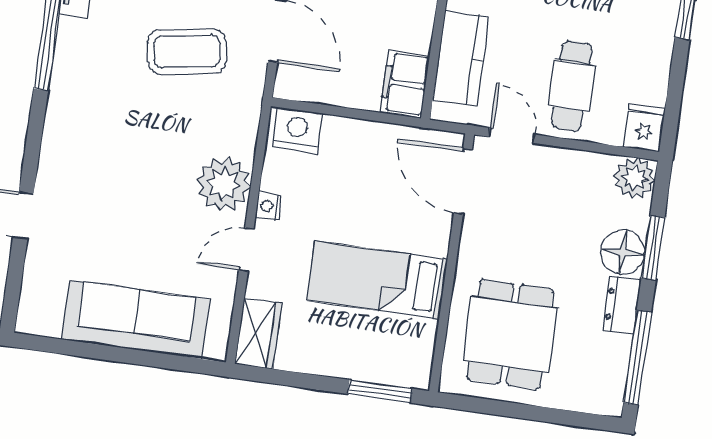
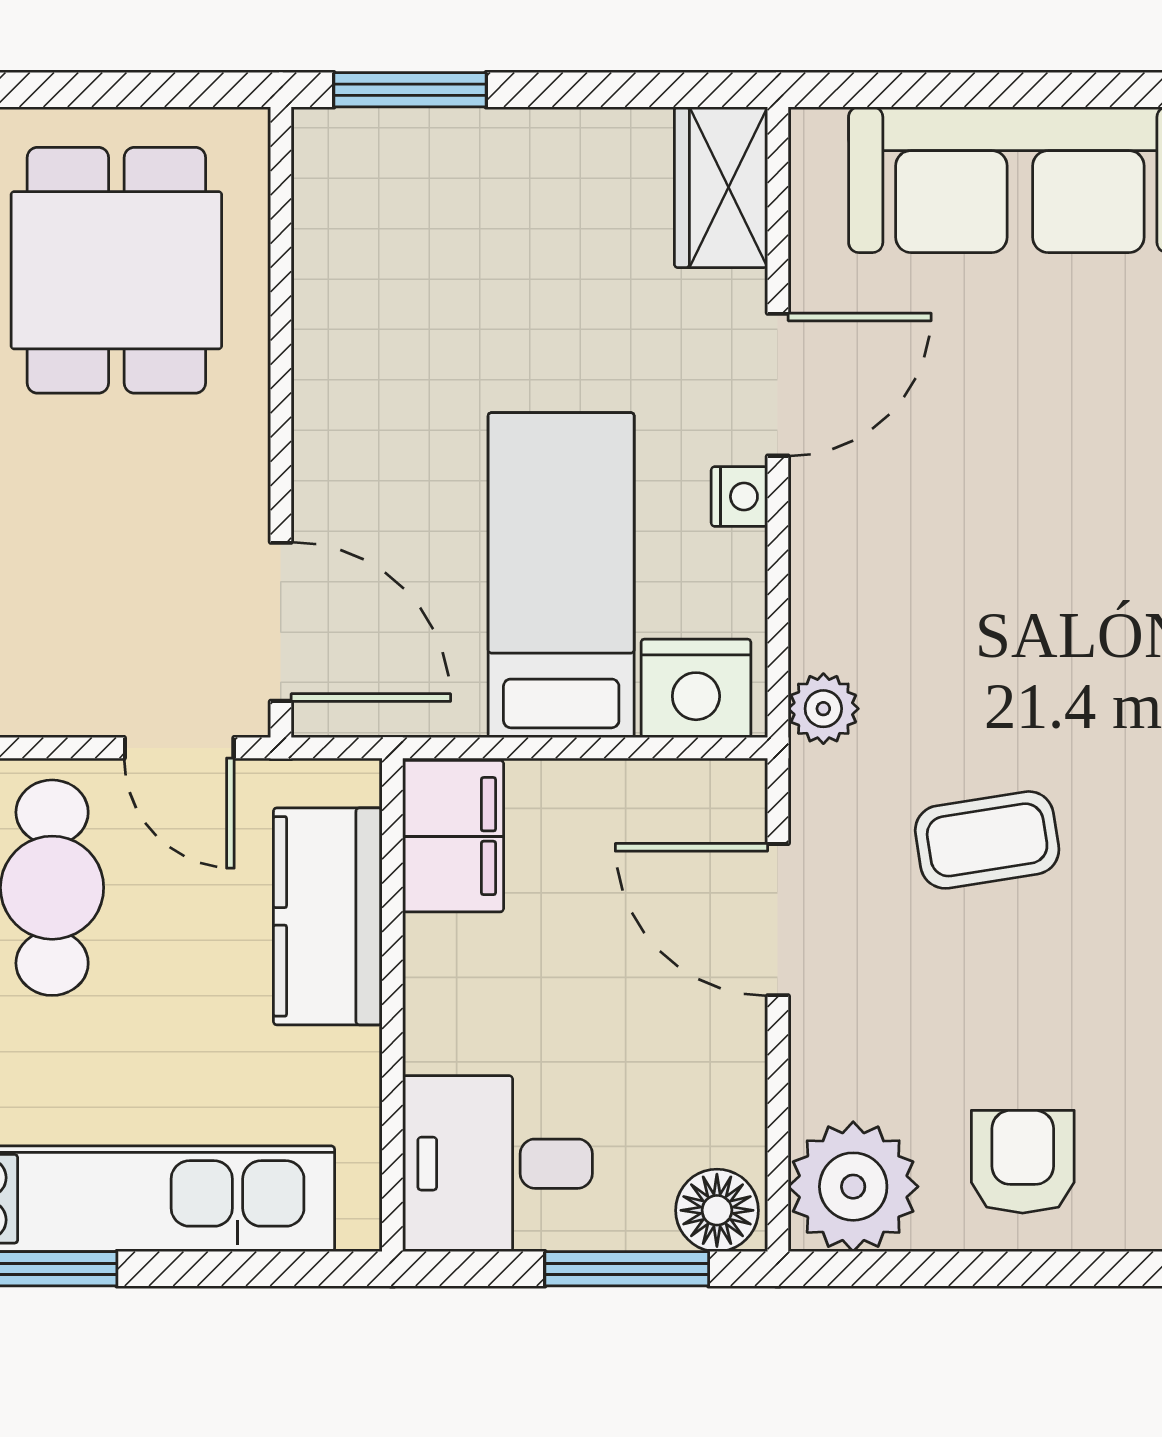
coffee table: (187, 52) -> (987, 840), width x0.73, depth x0.77
plant: (224, 184) -> (823, 709), moved, width x0.53, depth x0.53
door: (246, 250) -> (778, 385), width x1.38
bed: (377, 280) -> (561, 575), moved, turned -90

